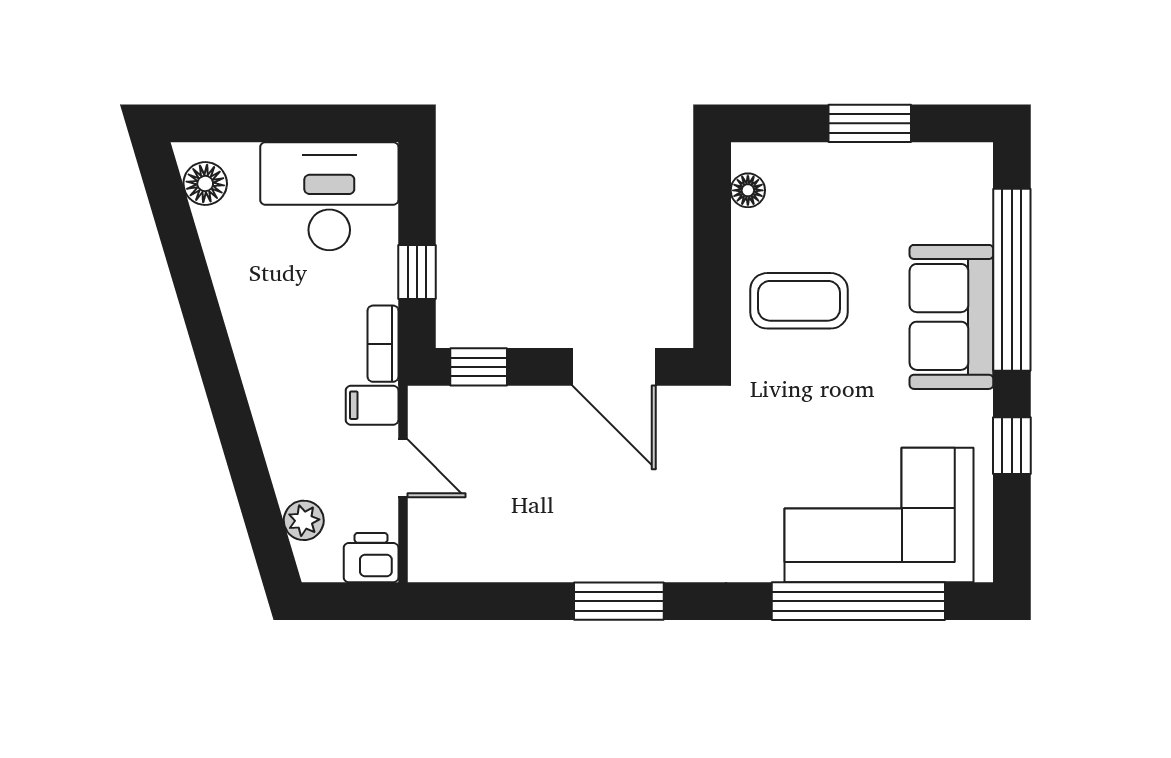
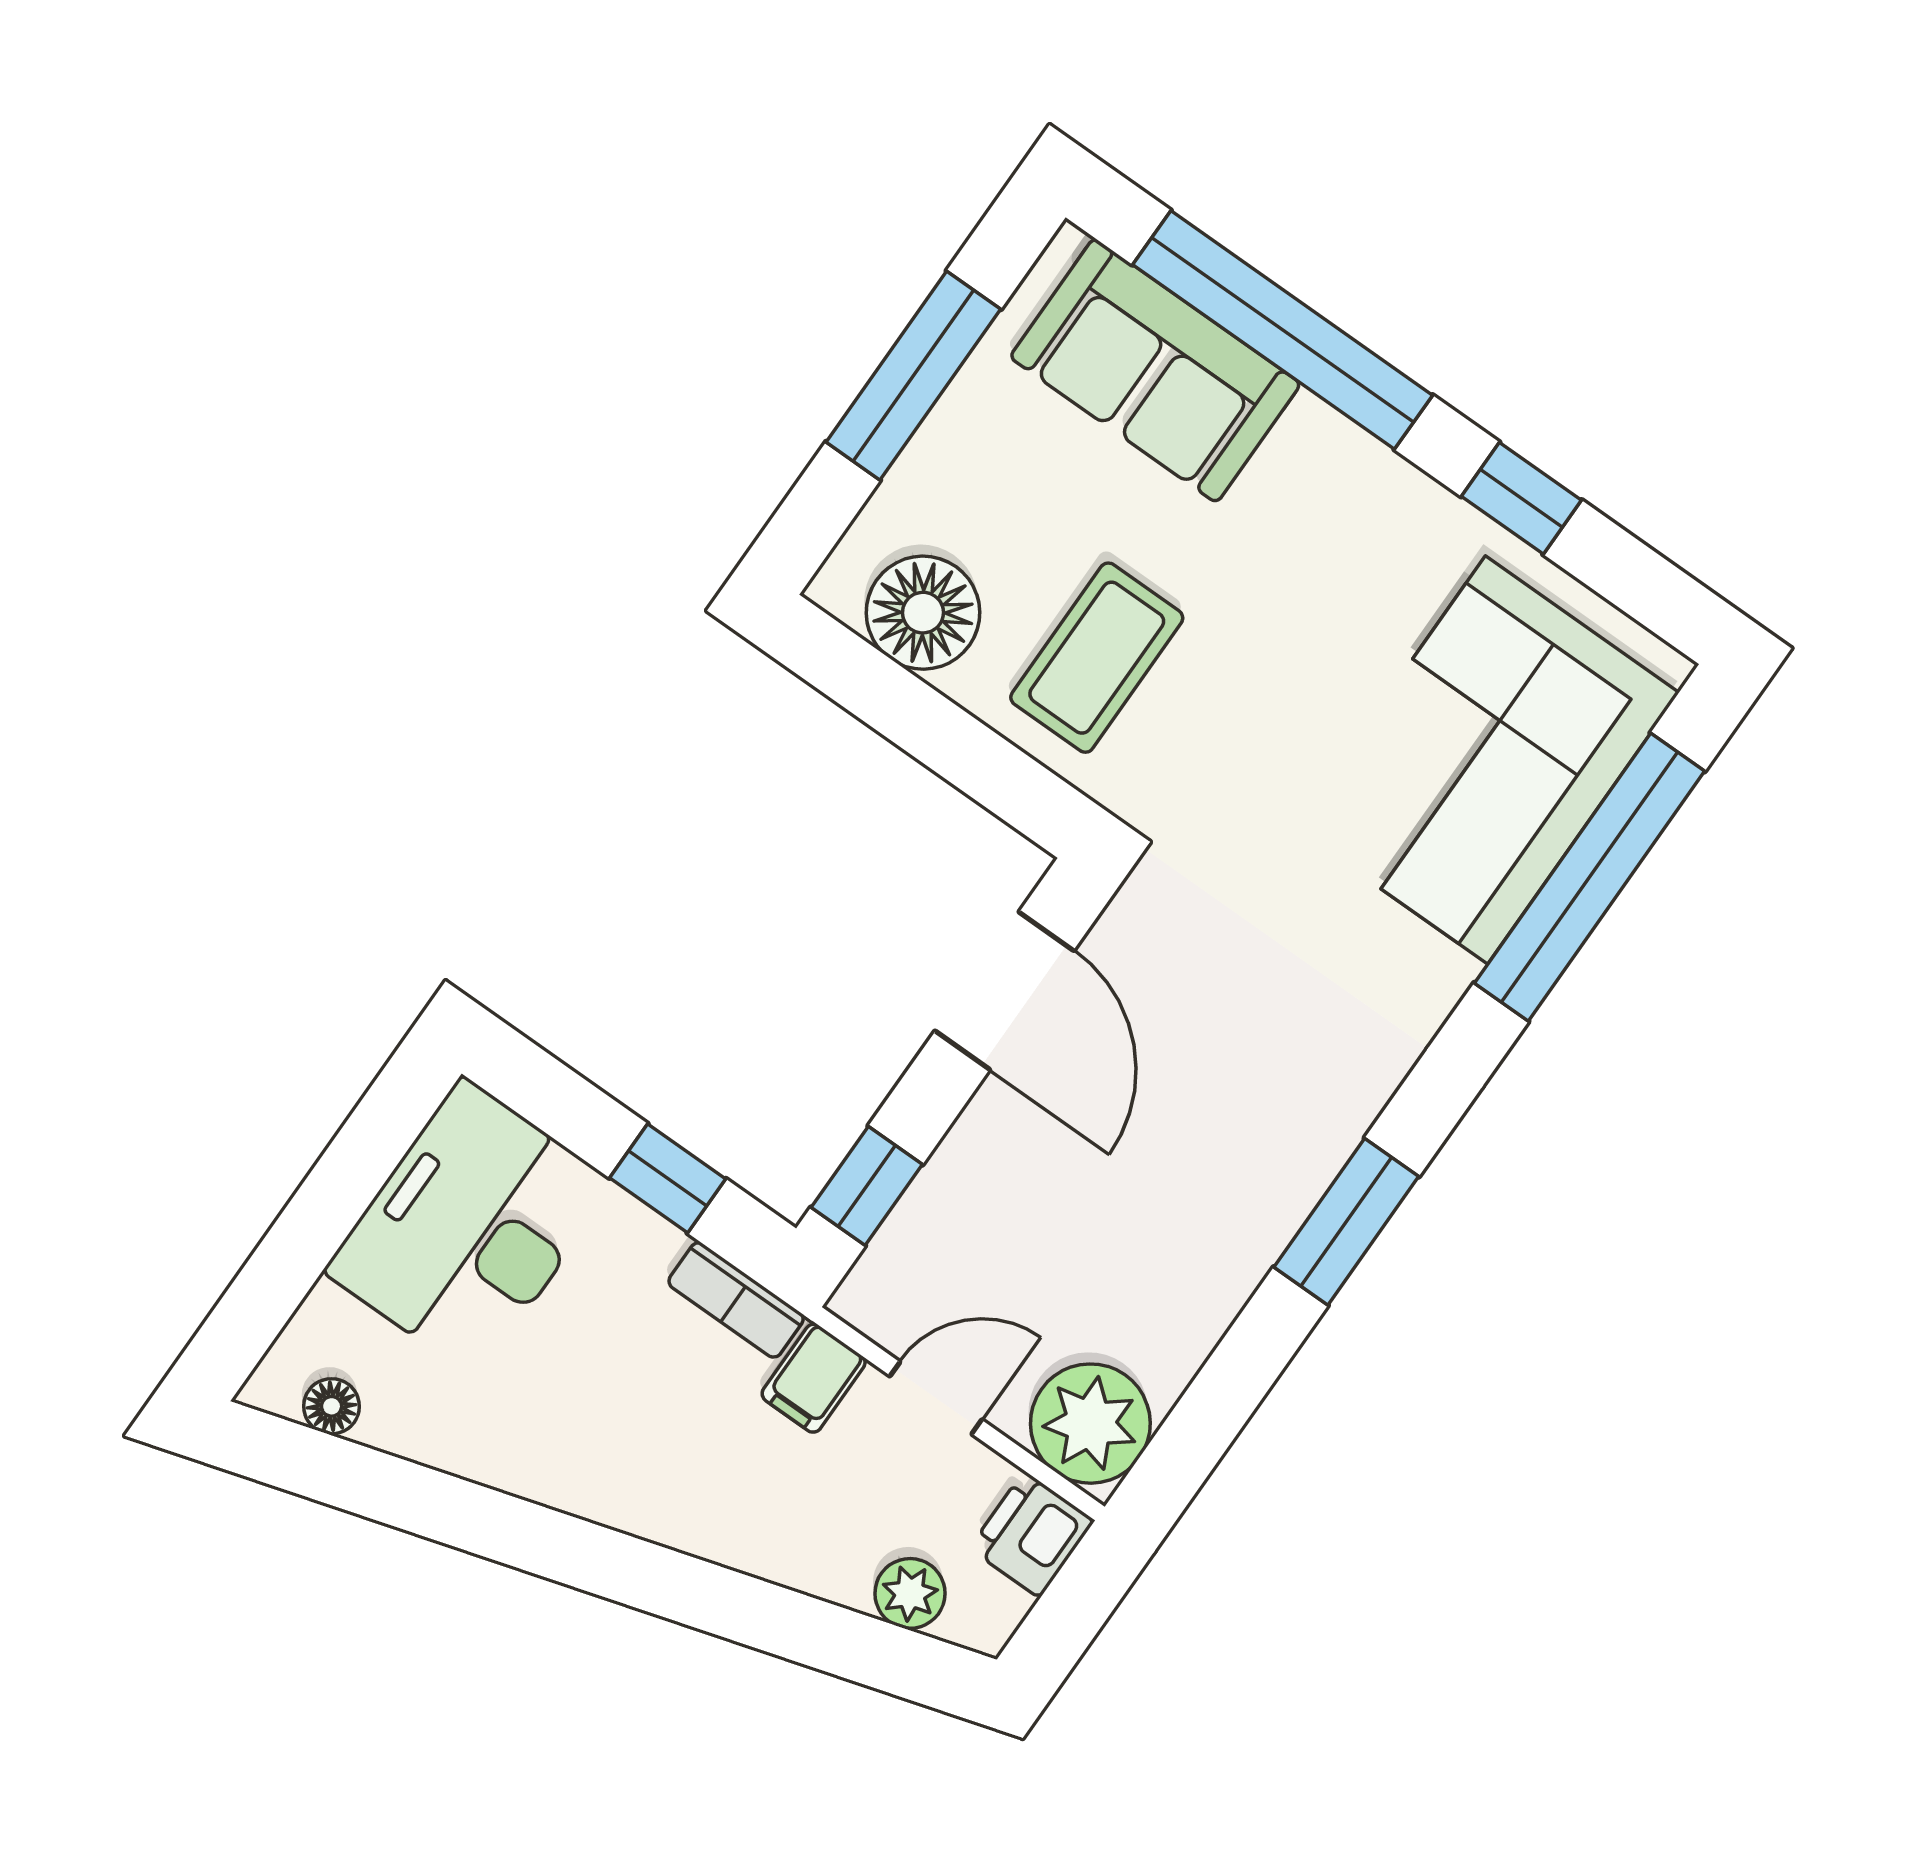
window: (870, 123) -> (913, 376), width x1.44
floor lamp: (205, 184) -> (332, 1406), width x0.73, depth x0.73
floor lamp: (748, 190) -> (923, 613), width x1.89, depth x1.89
sofa: (951, 317) -> (1155, 370), moved
door: (614, 367) -> (1004, 991), hinge flipped
plant: (442, 548) -> (1090, 1424), added

